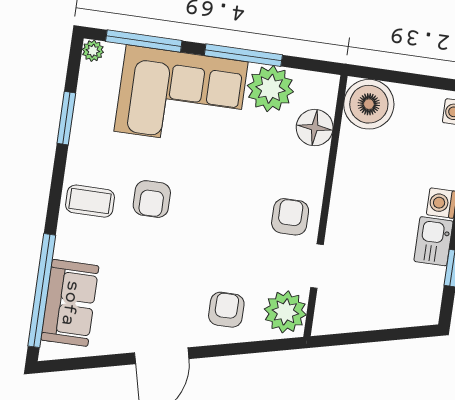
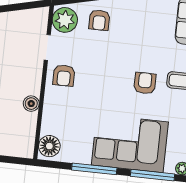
plant: (270, 89) -> (78, 150), removed
boiler: (369, 104) -> (31, 104), moved, width x0.54, depth x0.54
floor lamp: (315, 128) -> (49, 146), moved

